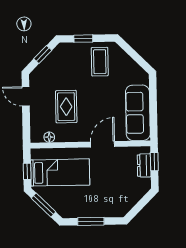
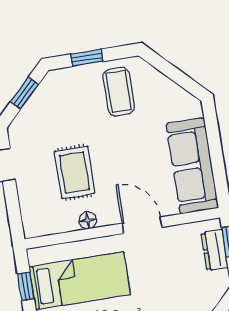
floor lamp: (49, 137) -> (88, 220), moved
door: (103, 144) -> (142, 225), hinge flipped

